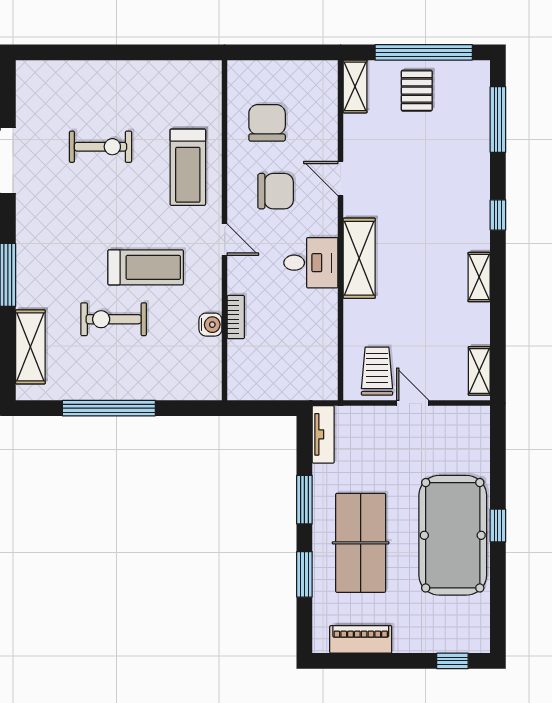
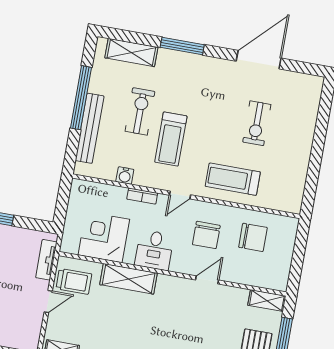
shelving: (359, 258) -> (129, 279), moved
bookcase: (236, 317) -> (142, 196), moved
corner desk: (305, 339) -> (104, 237), added
bench: (151, 388) -> (90, 128), added
tv unit: (323, 434) -> (46, 260), moved, turned 90

